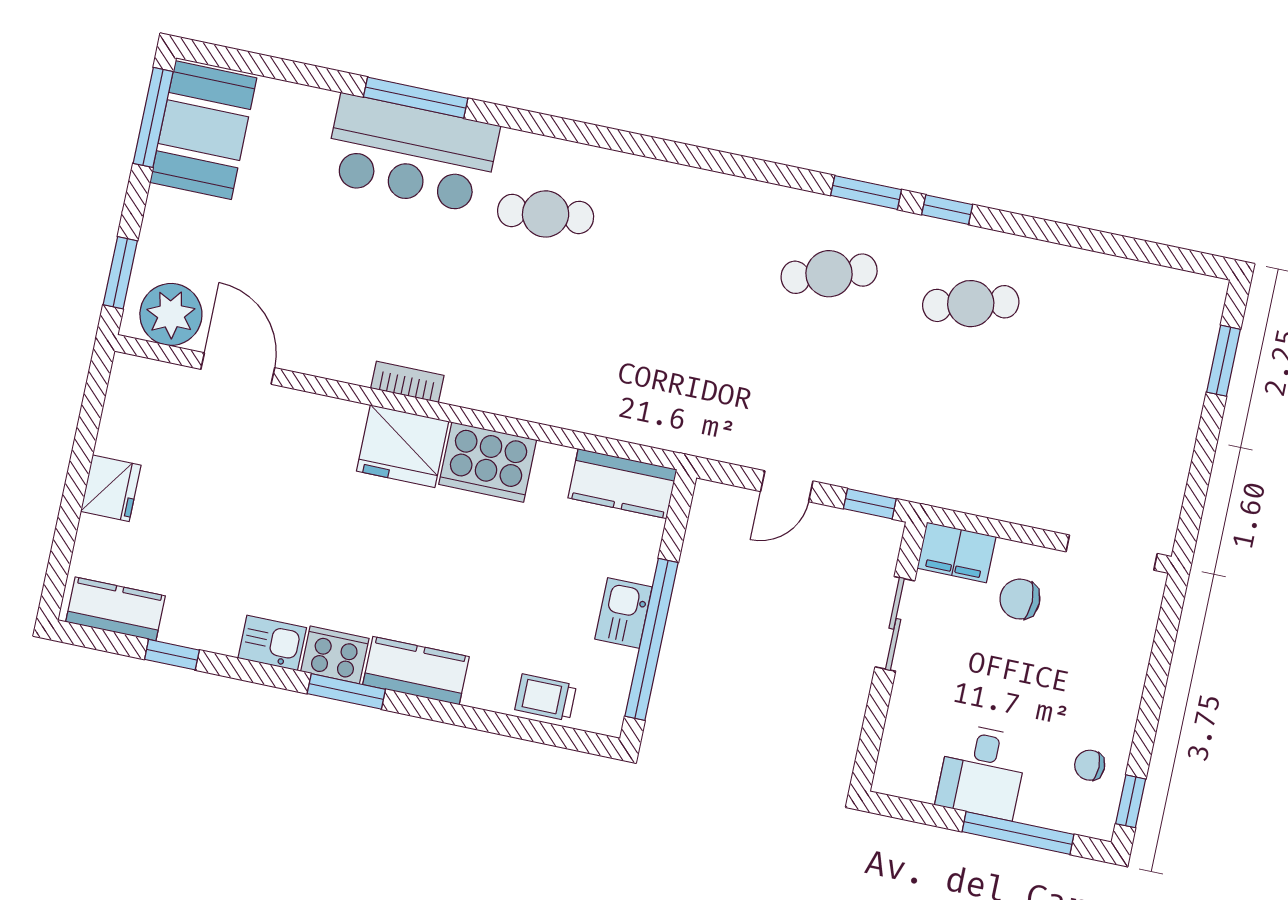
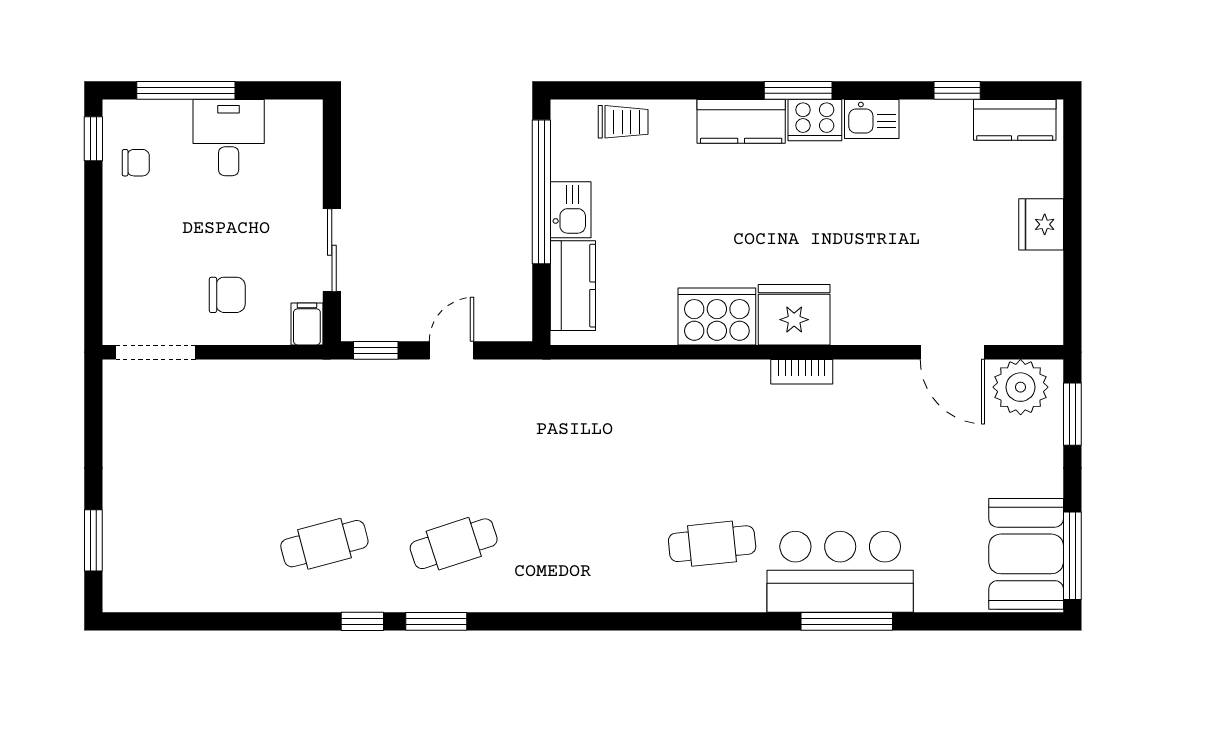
kitchen counter: (622, 484) -> (573, 286), moved, turned 90
filing cabinet: (957, 552) -> (307, 324), width x0.50

